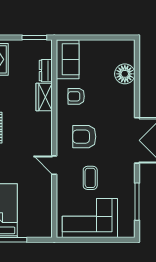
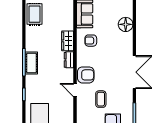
dresser: (46, 71) -> (69, 60), moved
armchair: (84, 137) -> (86, 75), moved, turned 180

